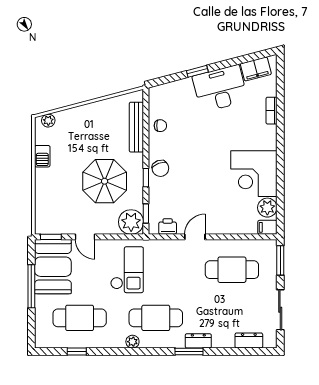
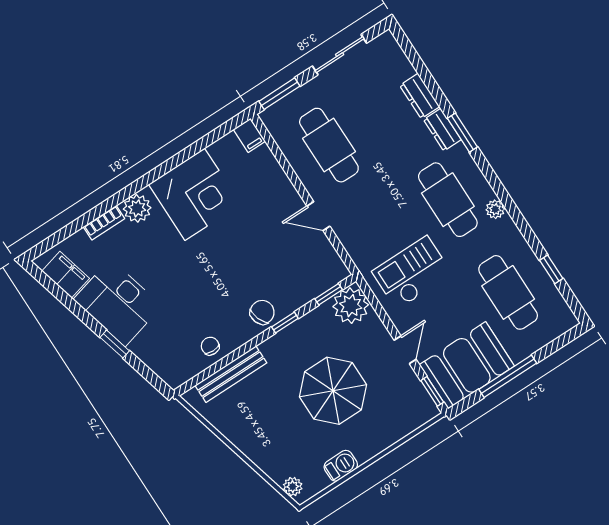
parasol: (105, 181) -> (333, 391), moved
plant: (267, 208) -> (137, 208), moved
printer: (168, 227) -> (327, 258), removed
dresser: (249, 340) -> (420, 96), moved

